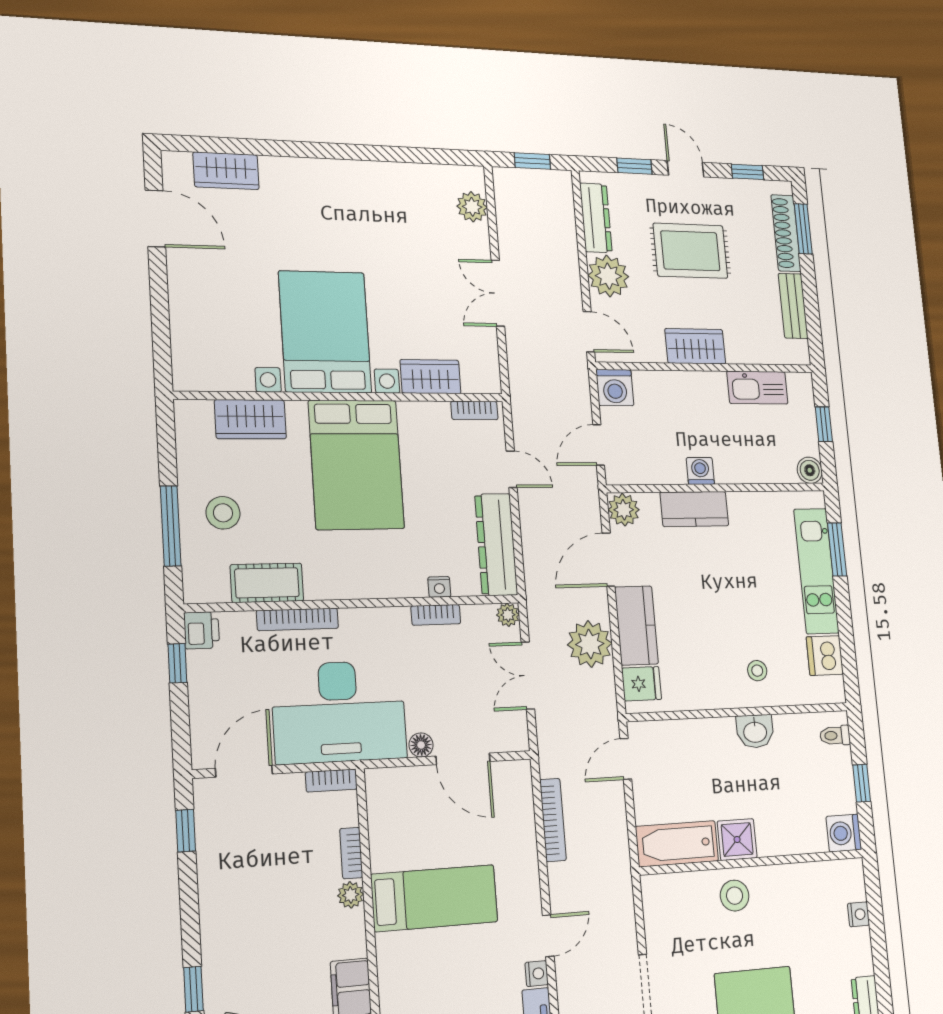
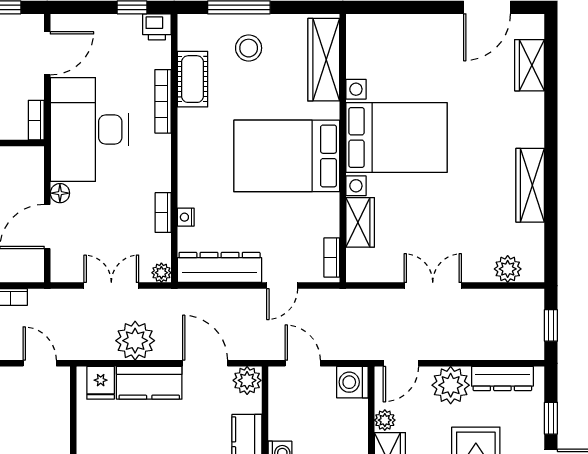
wardrobe: (372, 177) -> (530, 185), added
plant: (653, 351) -> (385, 420), added
wardrobe: (250, 419) -> (324, 60), width x1.50
door: (244, 771) -> (47, 53), hinge flipped

